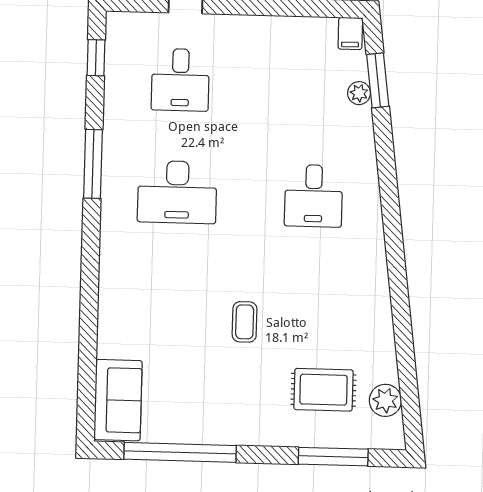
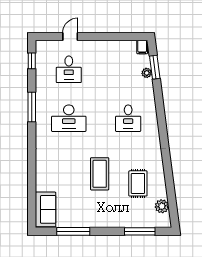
coffee table: (245, 322) -> (100, 174), width x1.86, depth x1.72
rug: (324, 390) -> (138, 183), moved, turned 90
window: (180, 452) -> (73, 231), width x0.68

